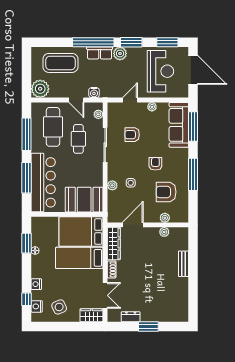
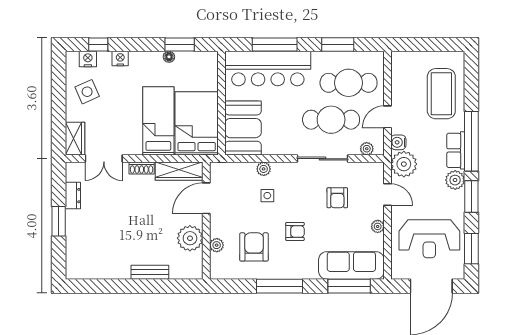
plant: (40, 89) -> (404, 164), moved
window: (27, 134) -> (338, 44), width x0.69
armchair: (132, 135) -> (337, 198), turned 180
cafe table: (78, 139) -> (331, 120), width x1.37, depth x1.35
door: (133, 225) -> (206, 198), swing flipped
plant: (164, 232) -> (190, 238), width x1.88, depth x1.88

